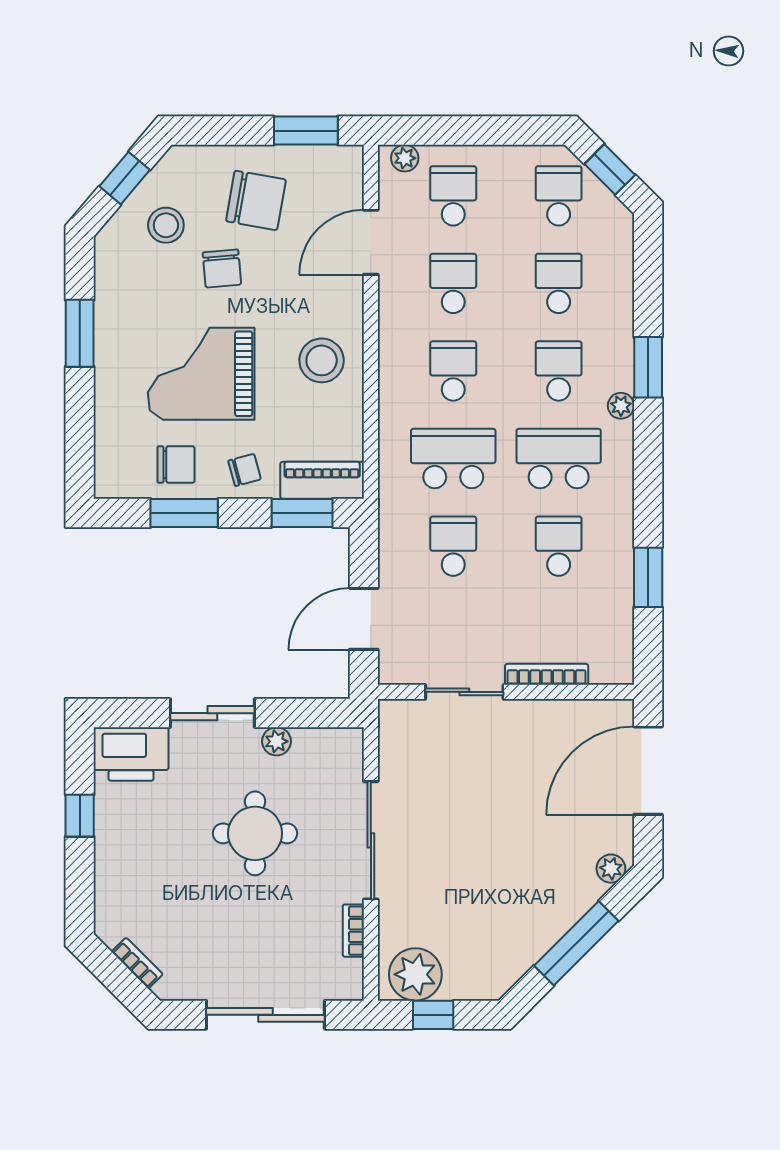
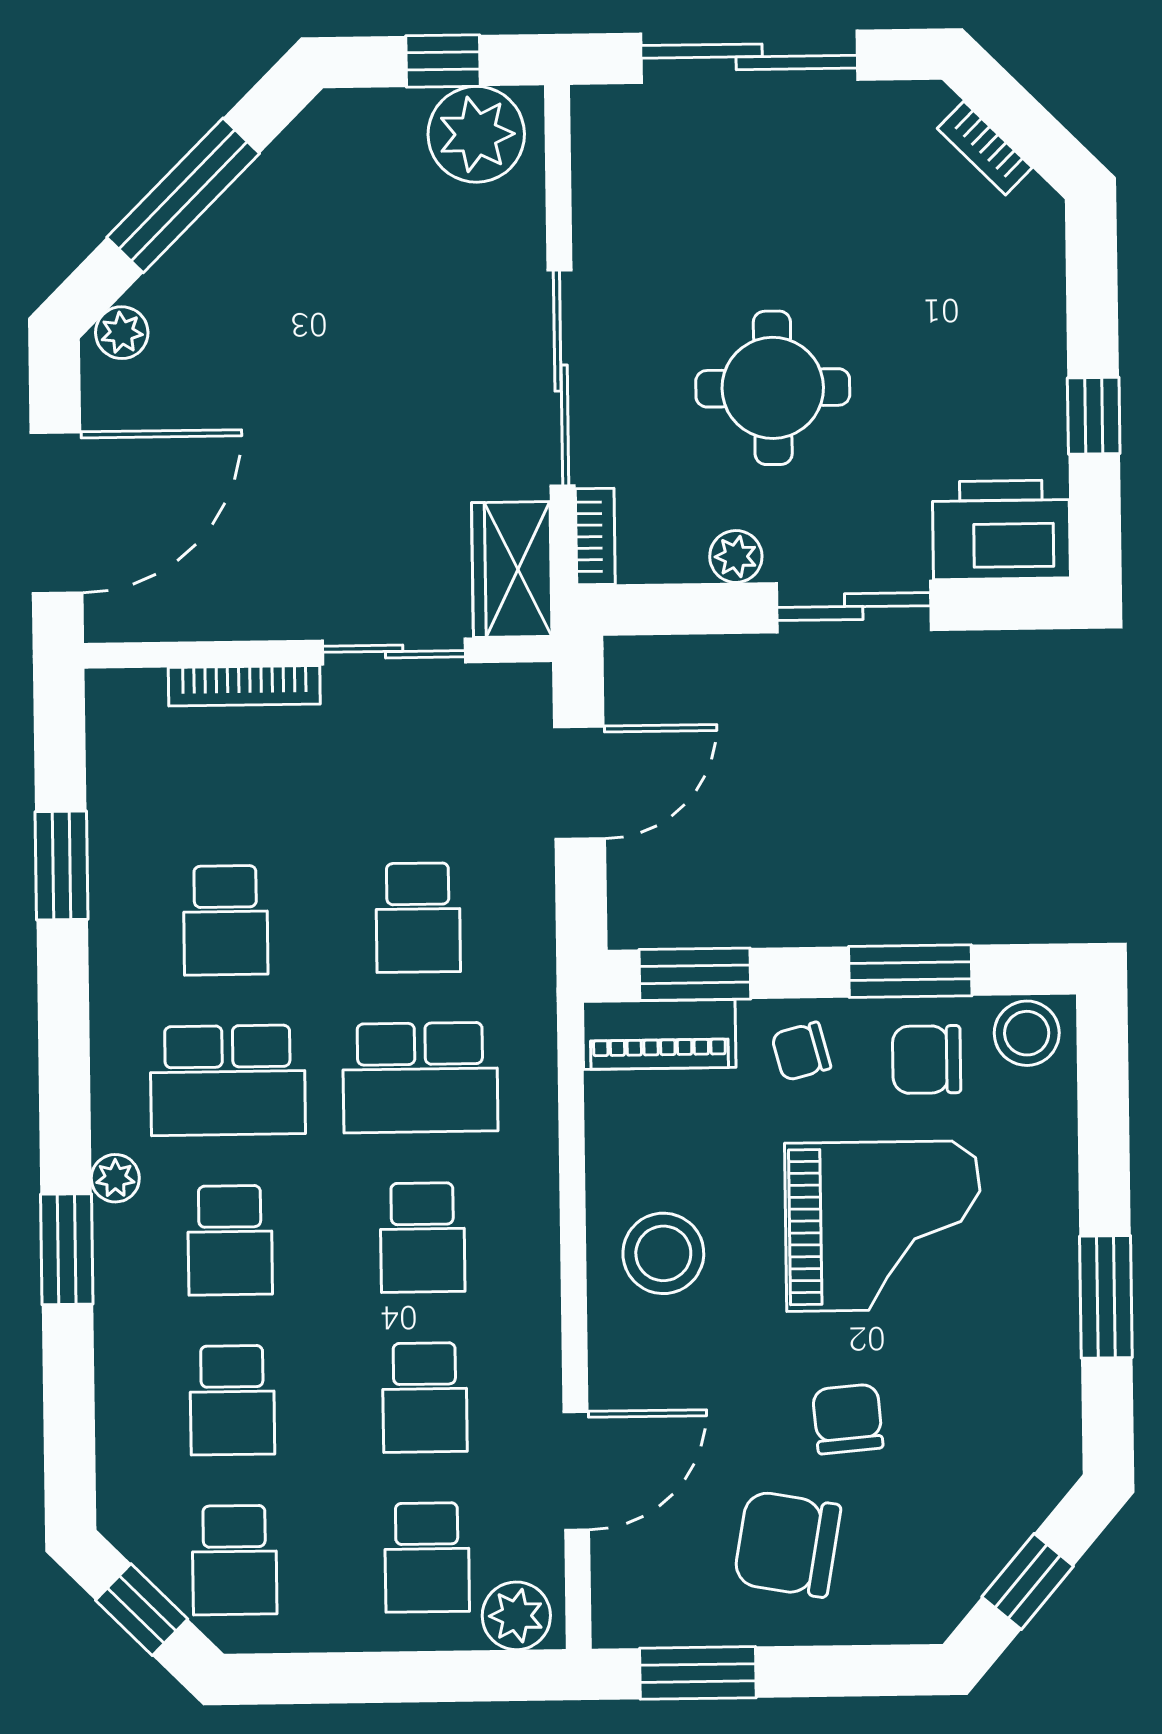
plant: (405, 158) -> (516, 1616), width x1.38, depth x1.38
stool: (166, 225) -> (1027, 1033), moved
wardrobe: (399, 736) -> (512, 570), added
bookcase: (353, 931) -> (595, 537), moved

